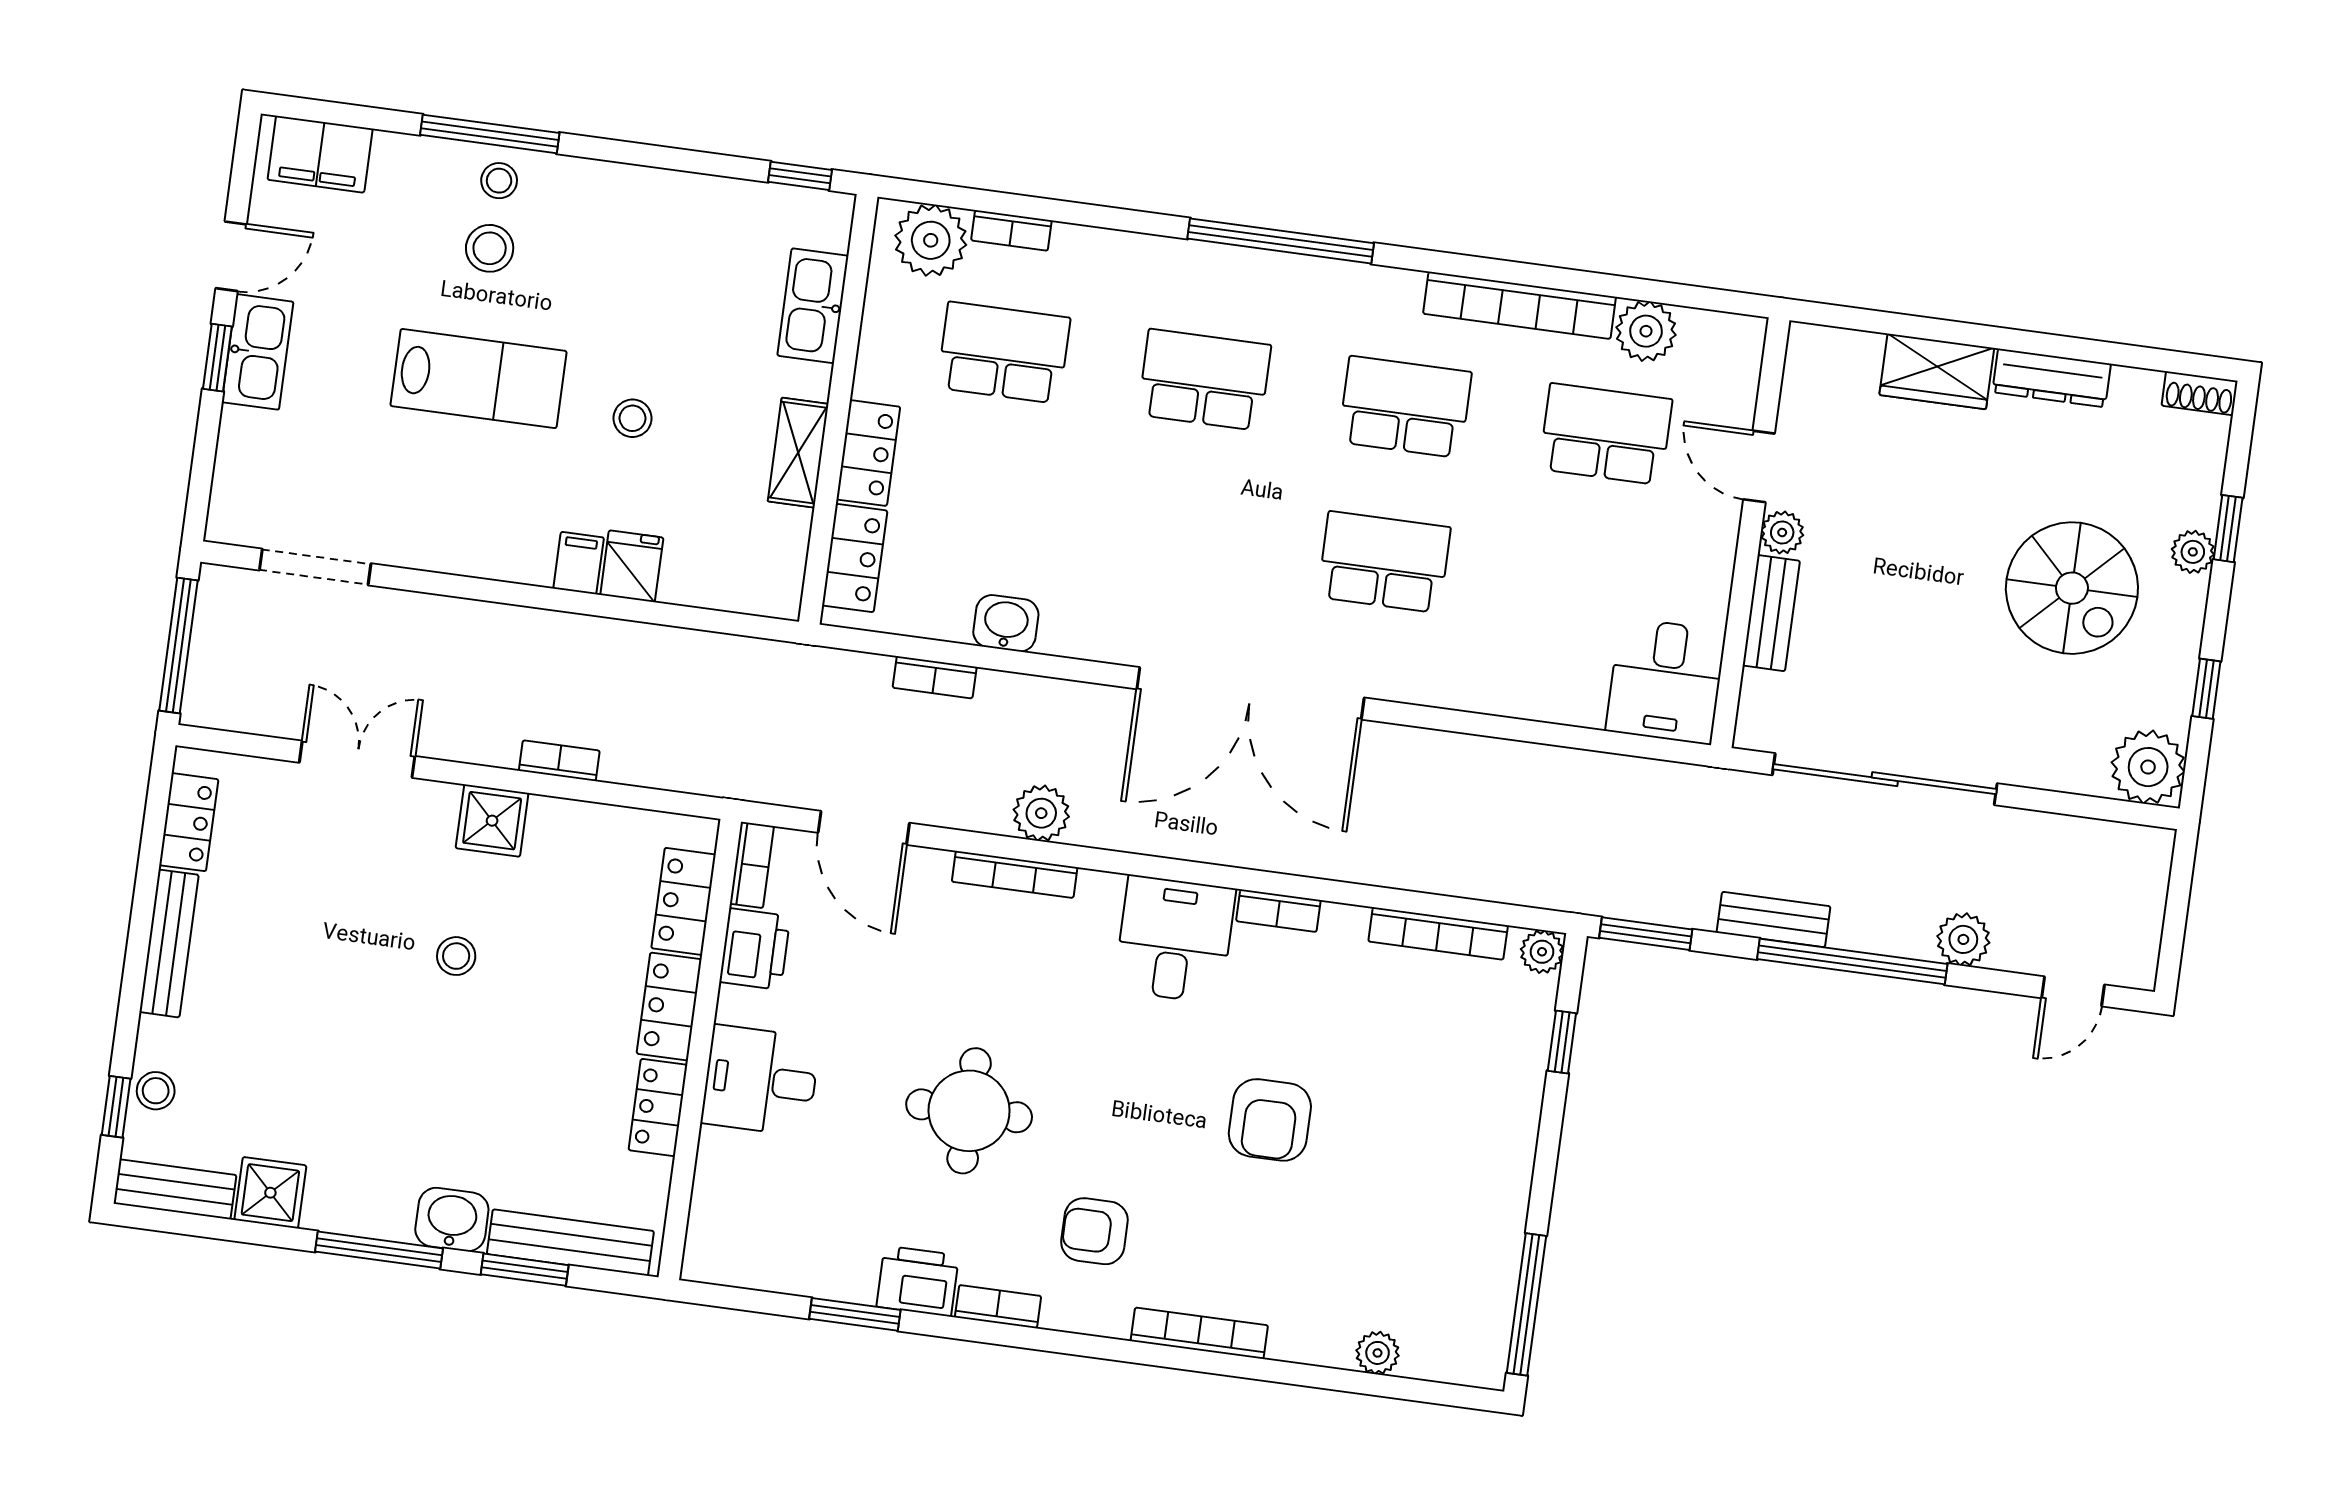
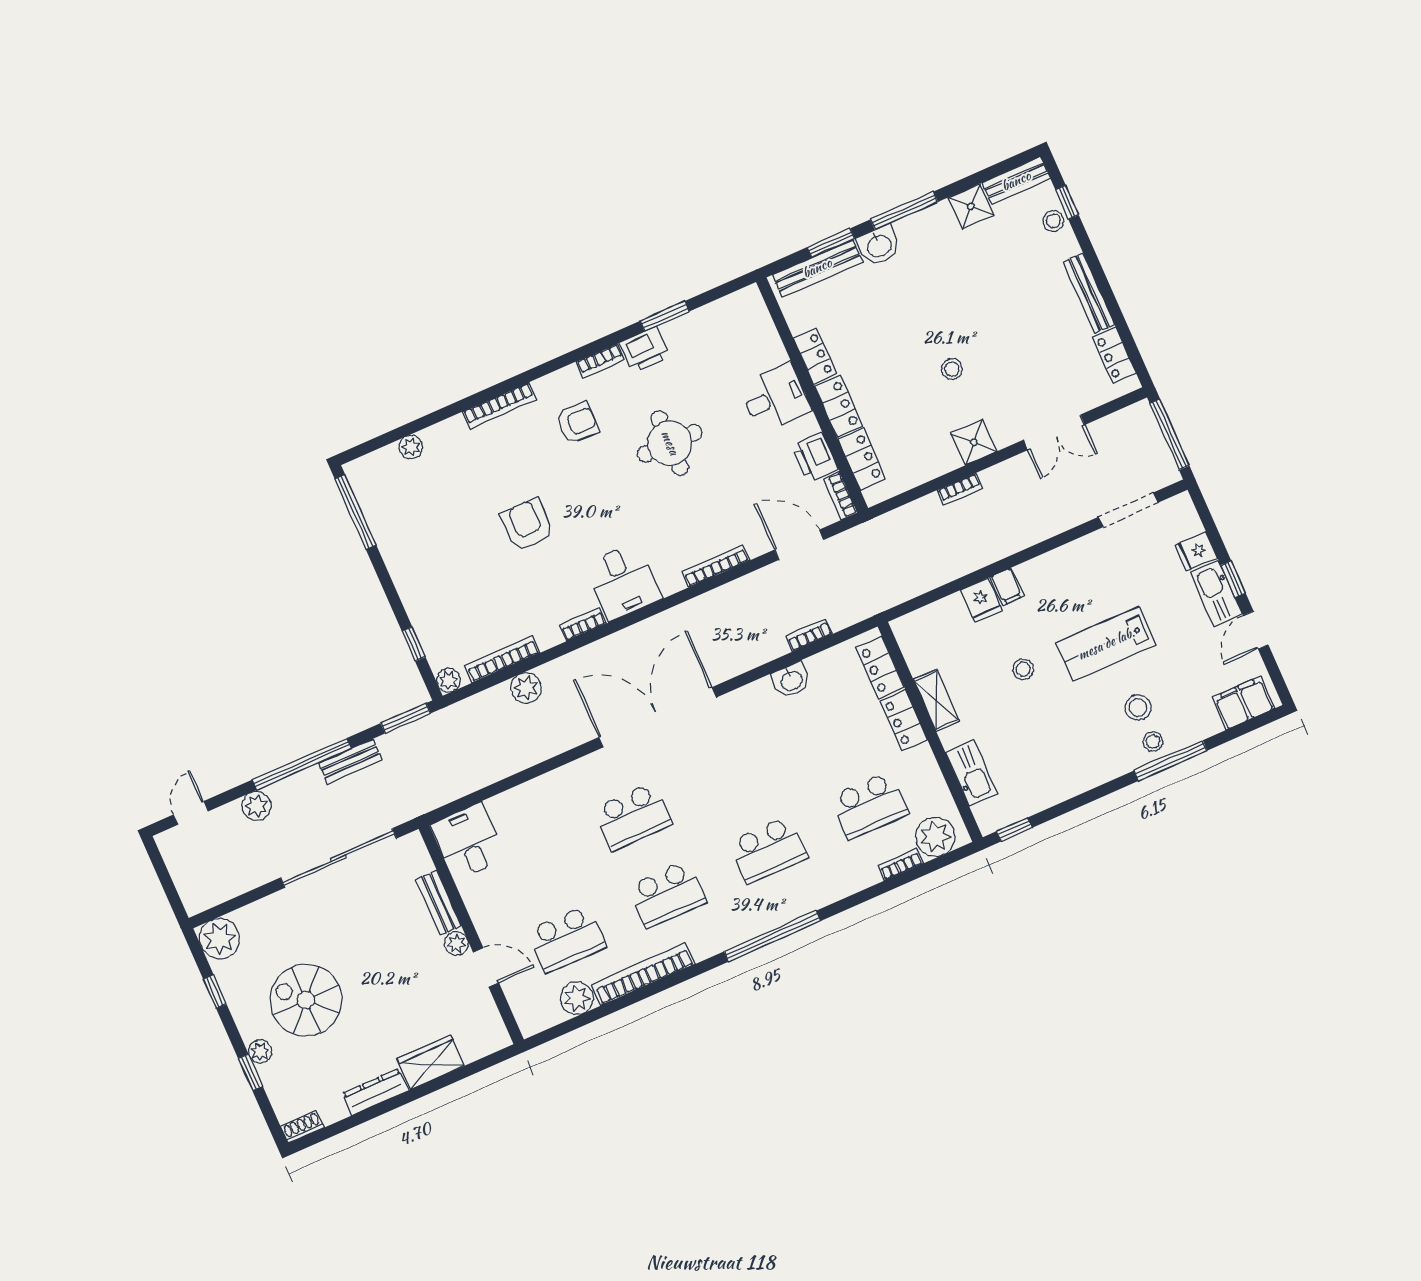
fridge: (249, 437) -> (1196, 551), added
plant: (1041, 813) -> (526, 688), moved

